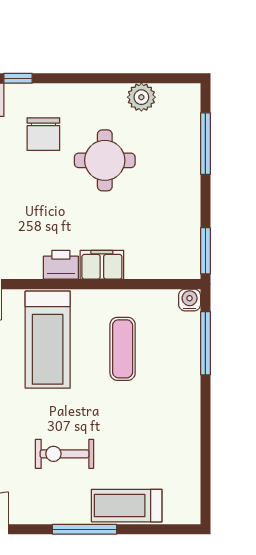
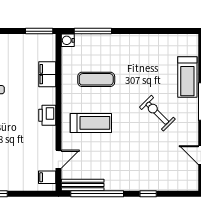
filing cabinet: (102, 265) -> (47, 74), moved
treadmill: (48, 340) -> (91, 123), width x0.73, depth x0.73
exercise bike: (65, 454) -> (157, 113), turned 135

